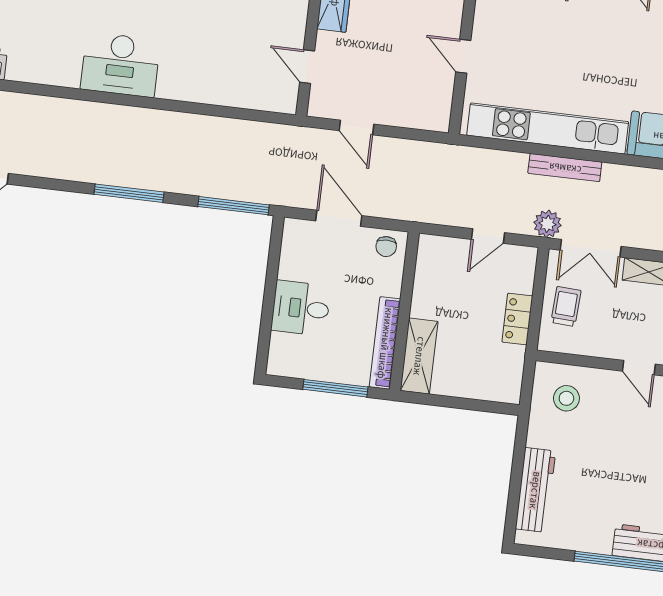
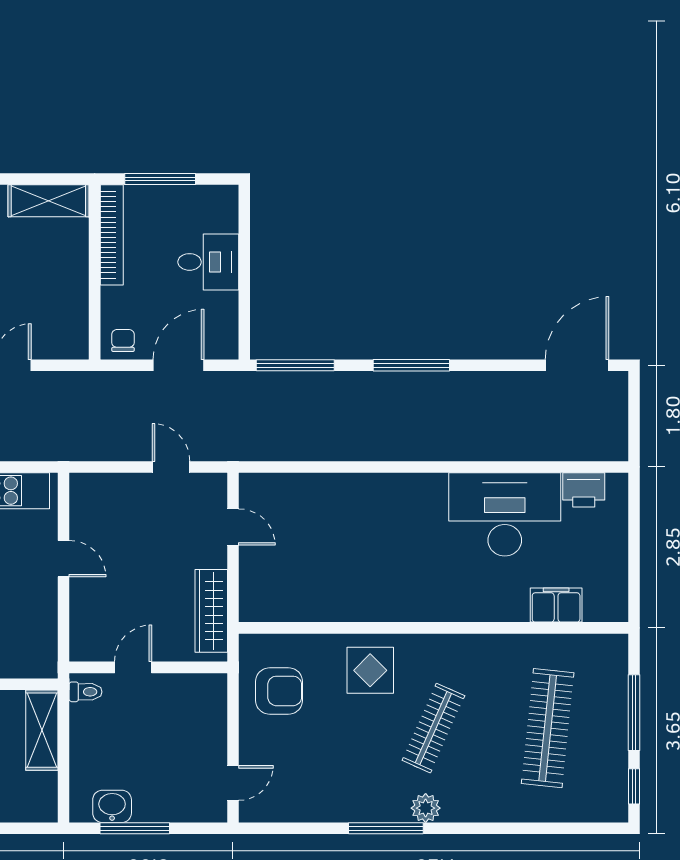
desk: (120, 65) -> (505, 514), moved, width x1.36, depth x1.30
door: (339, 218) -> (179, 365), swing flipped
shelving: (419, 356) -> (48, 201), moved, turned 90

